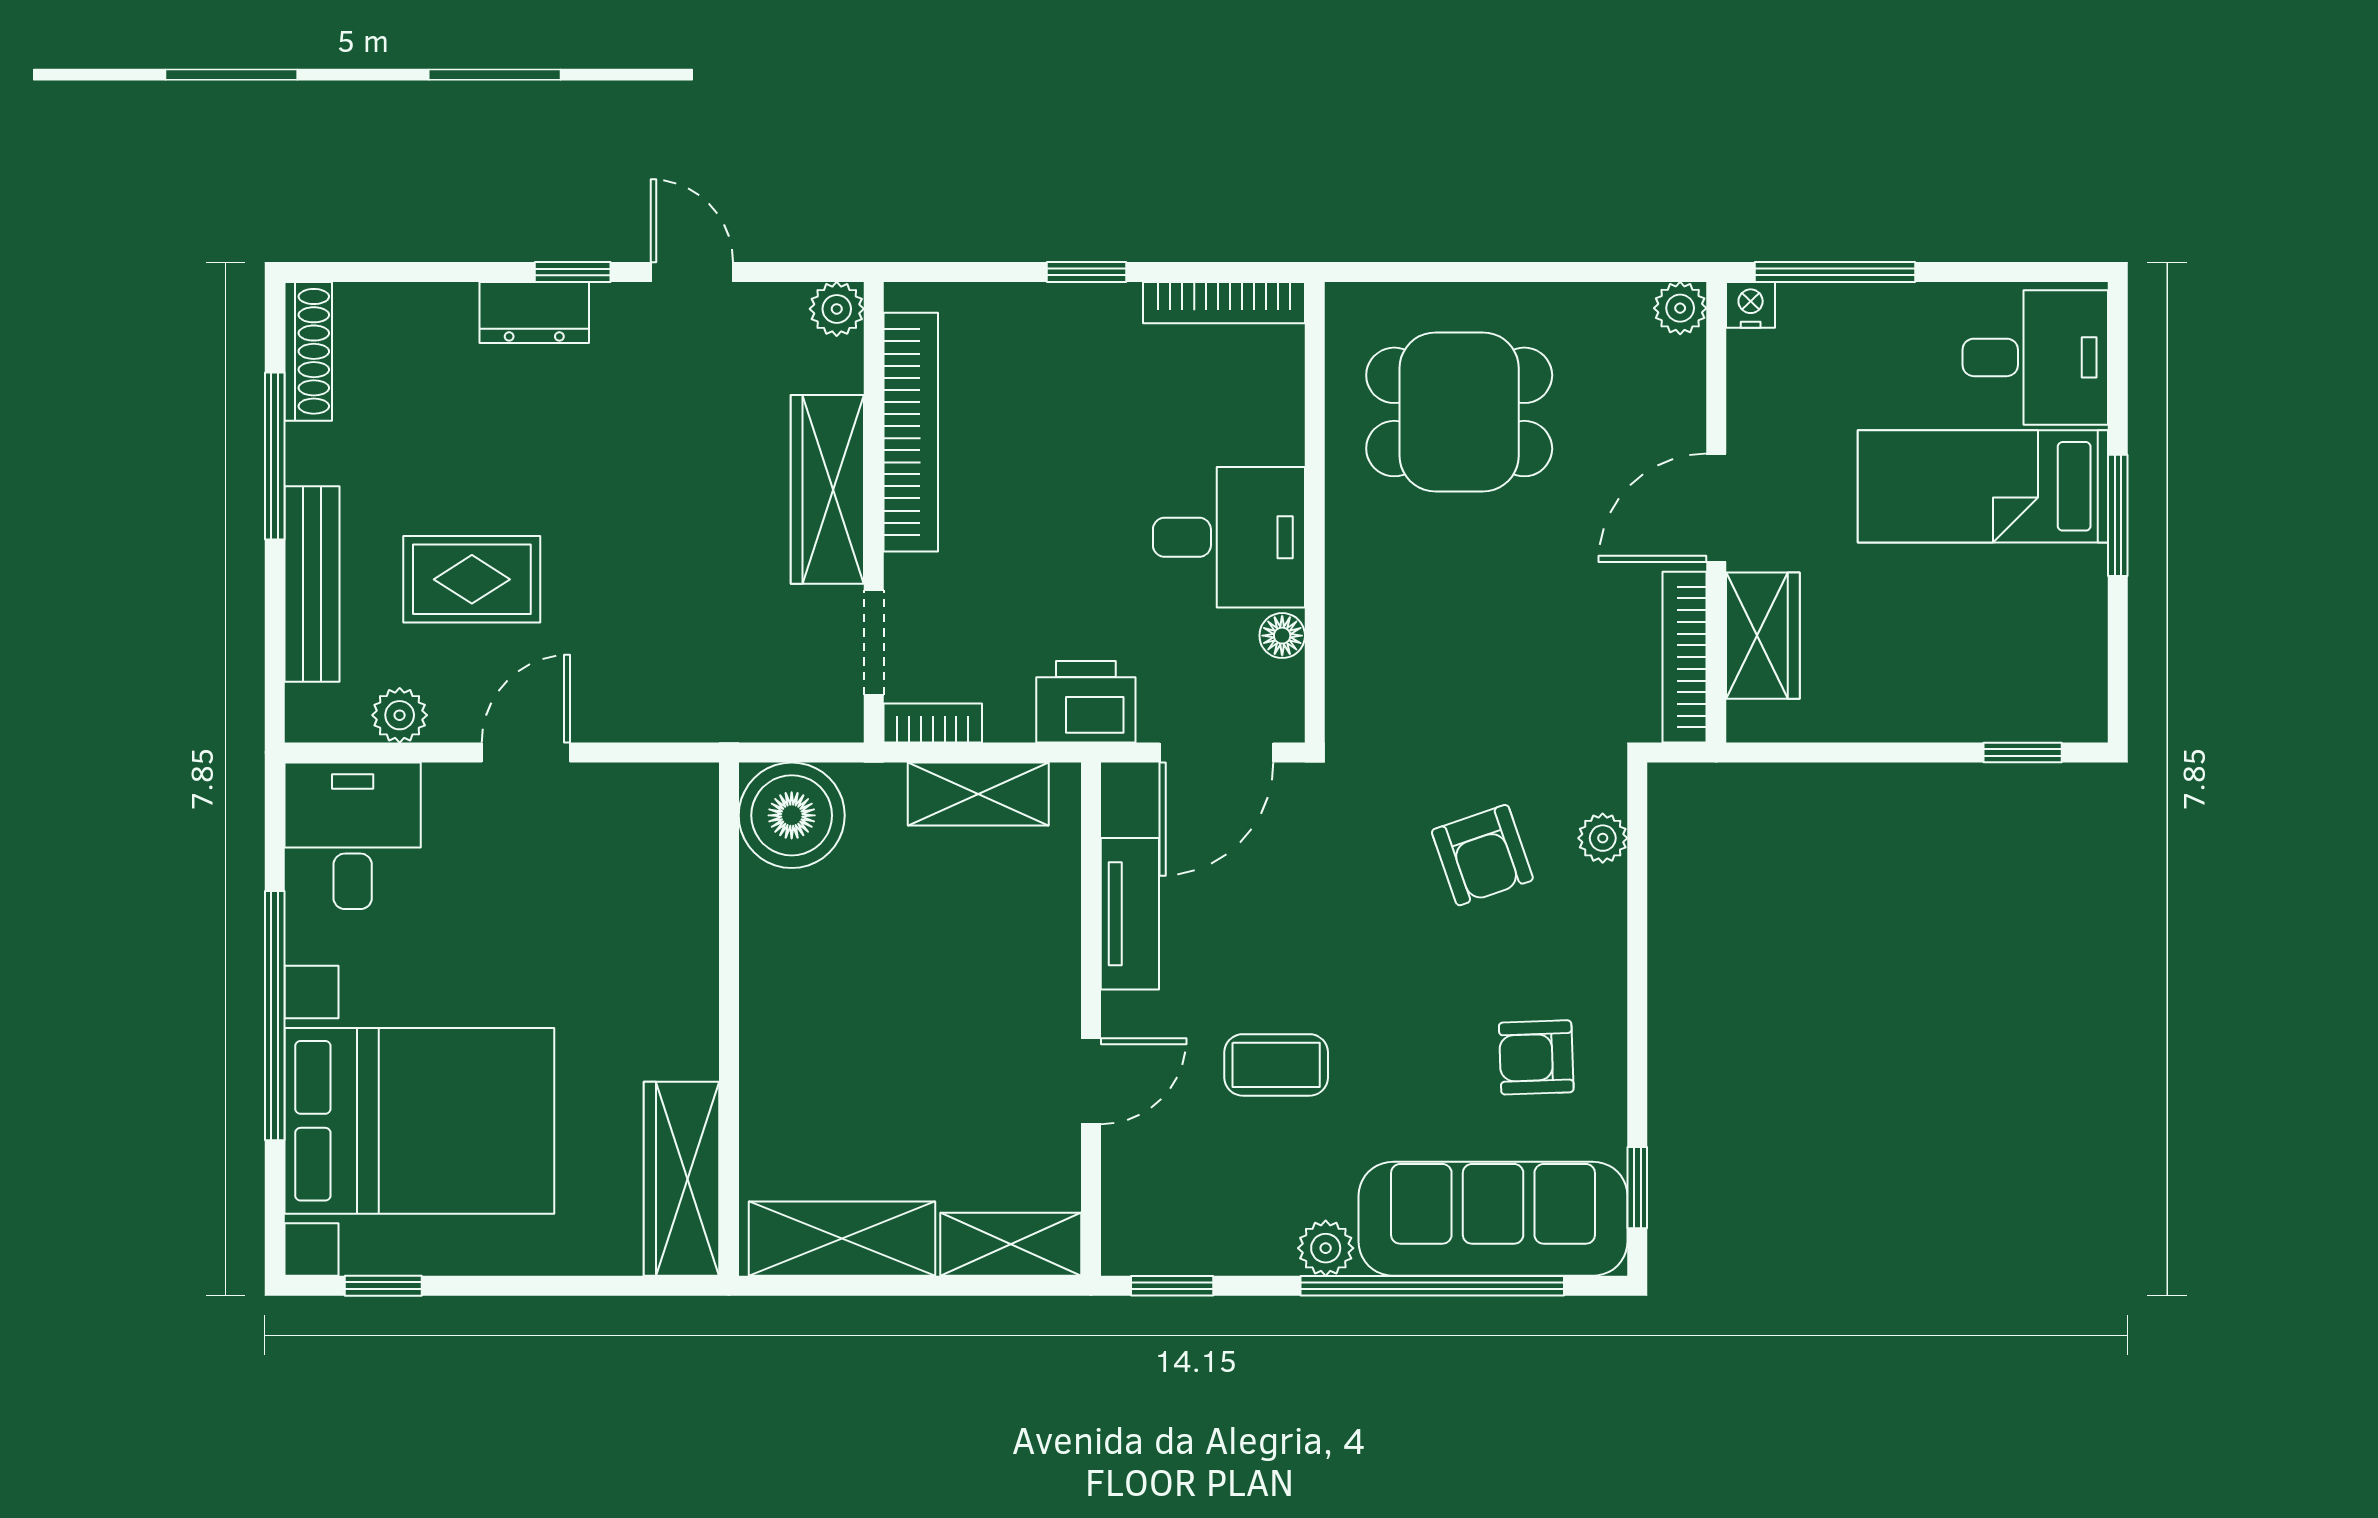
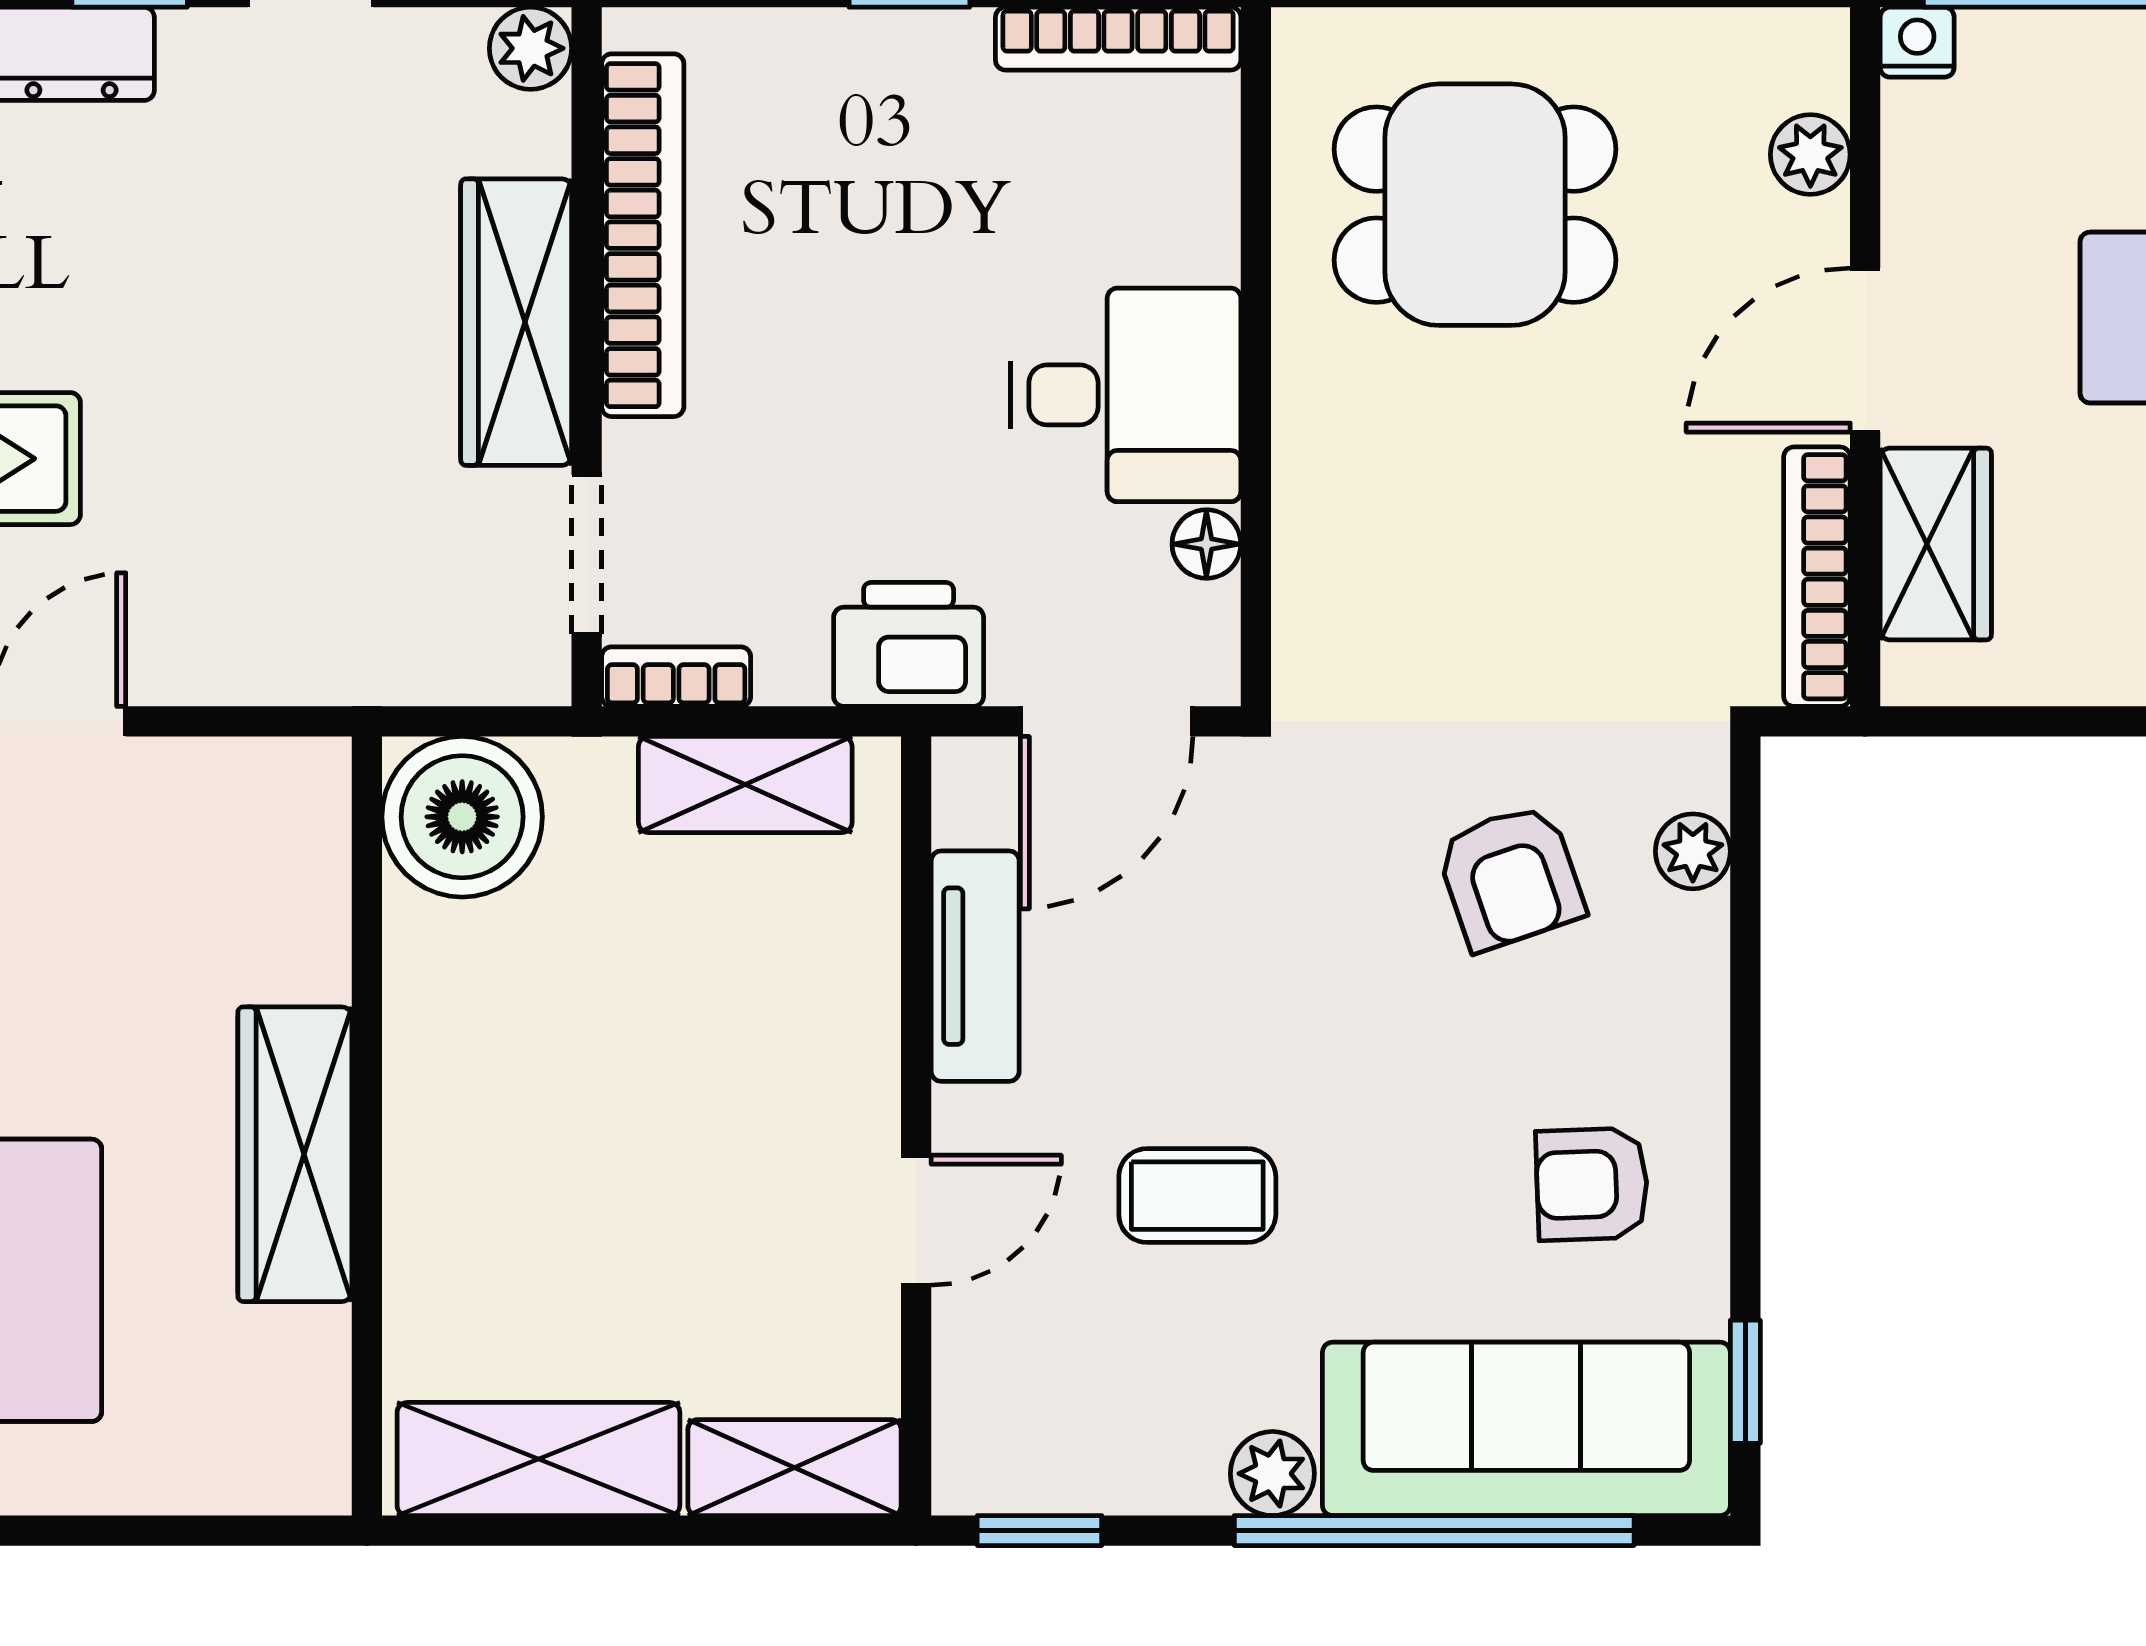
plant: (1680, 308) -> (1810, 155), moved
wardrobe: (681, 1179) -> (295, 1154), moved

